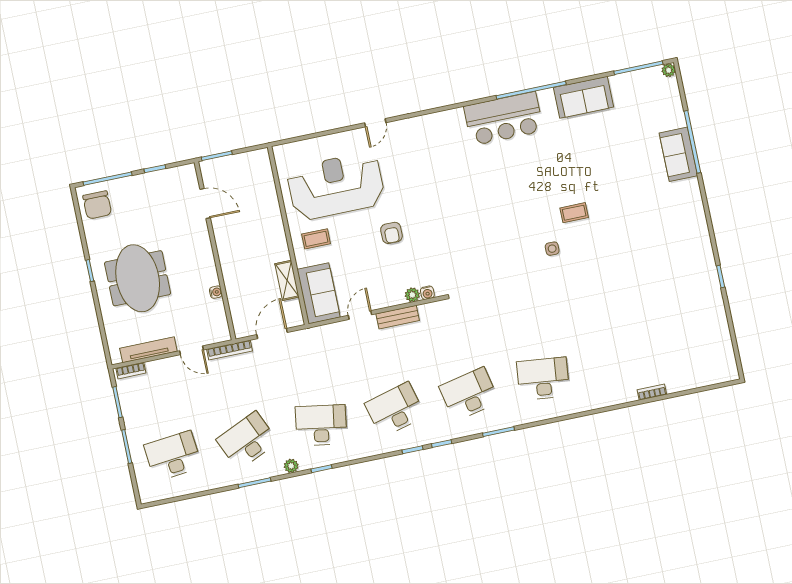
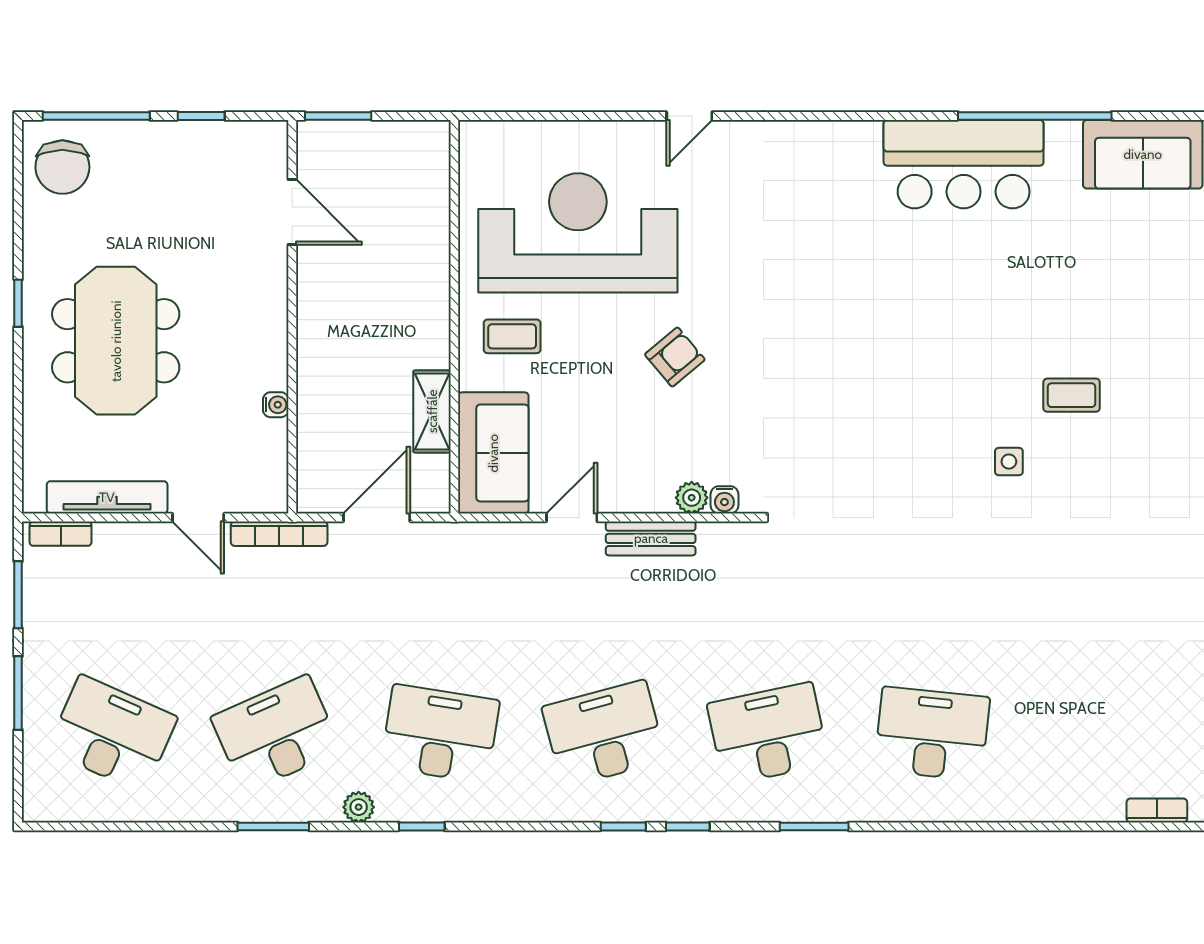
armchair: (391, 233) -> (675, 357), turned -130
desk: (173, 456) -> (112, 734), turned 30

